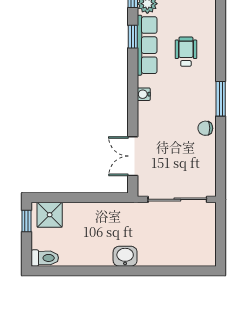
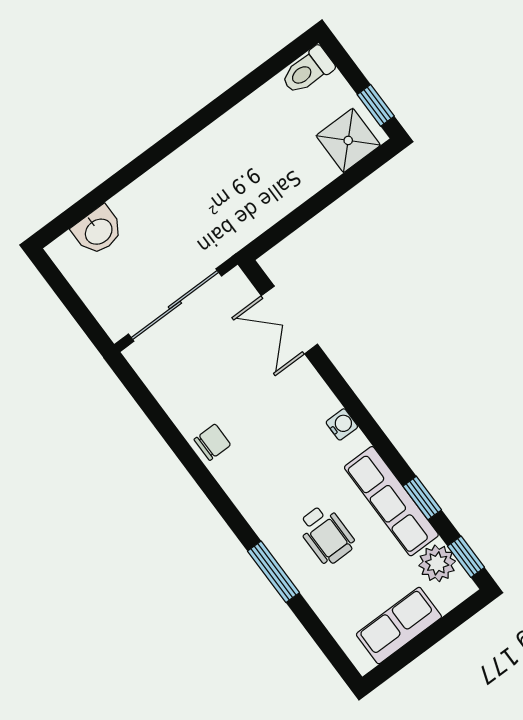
window: (221, 99) -> (273, 572), moved
double door: (133, 156) -> (289, 320), swing flipped
washbasin: (125, 256) -> (98, 231), moved

